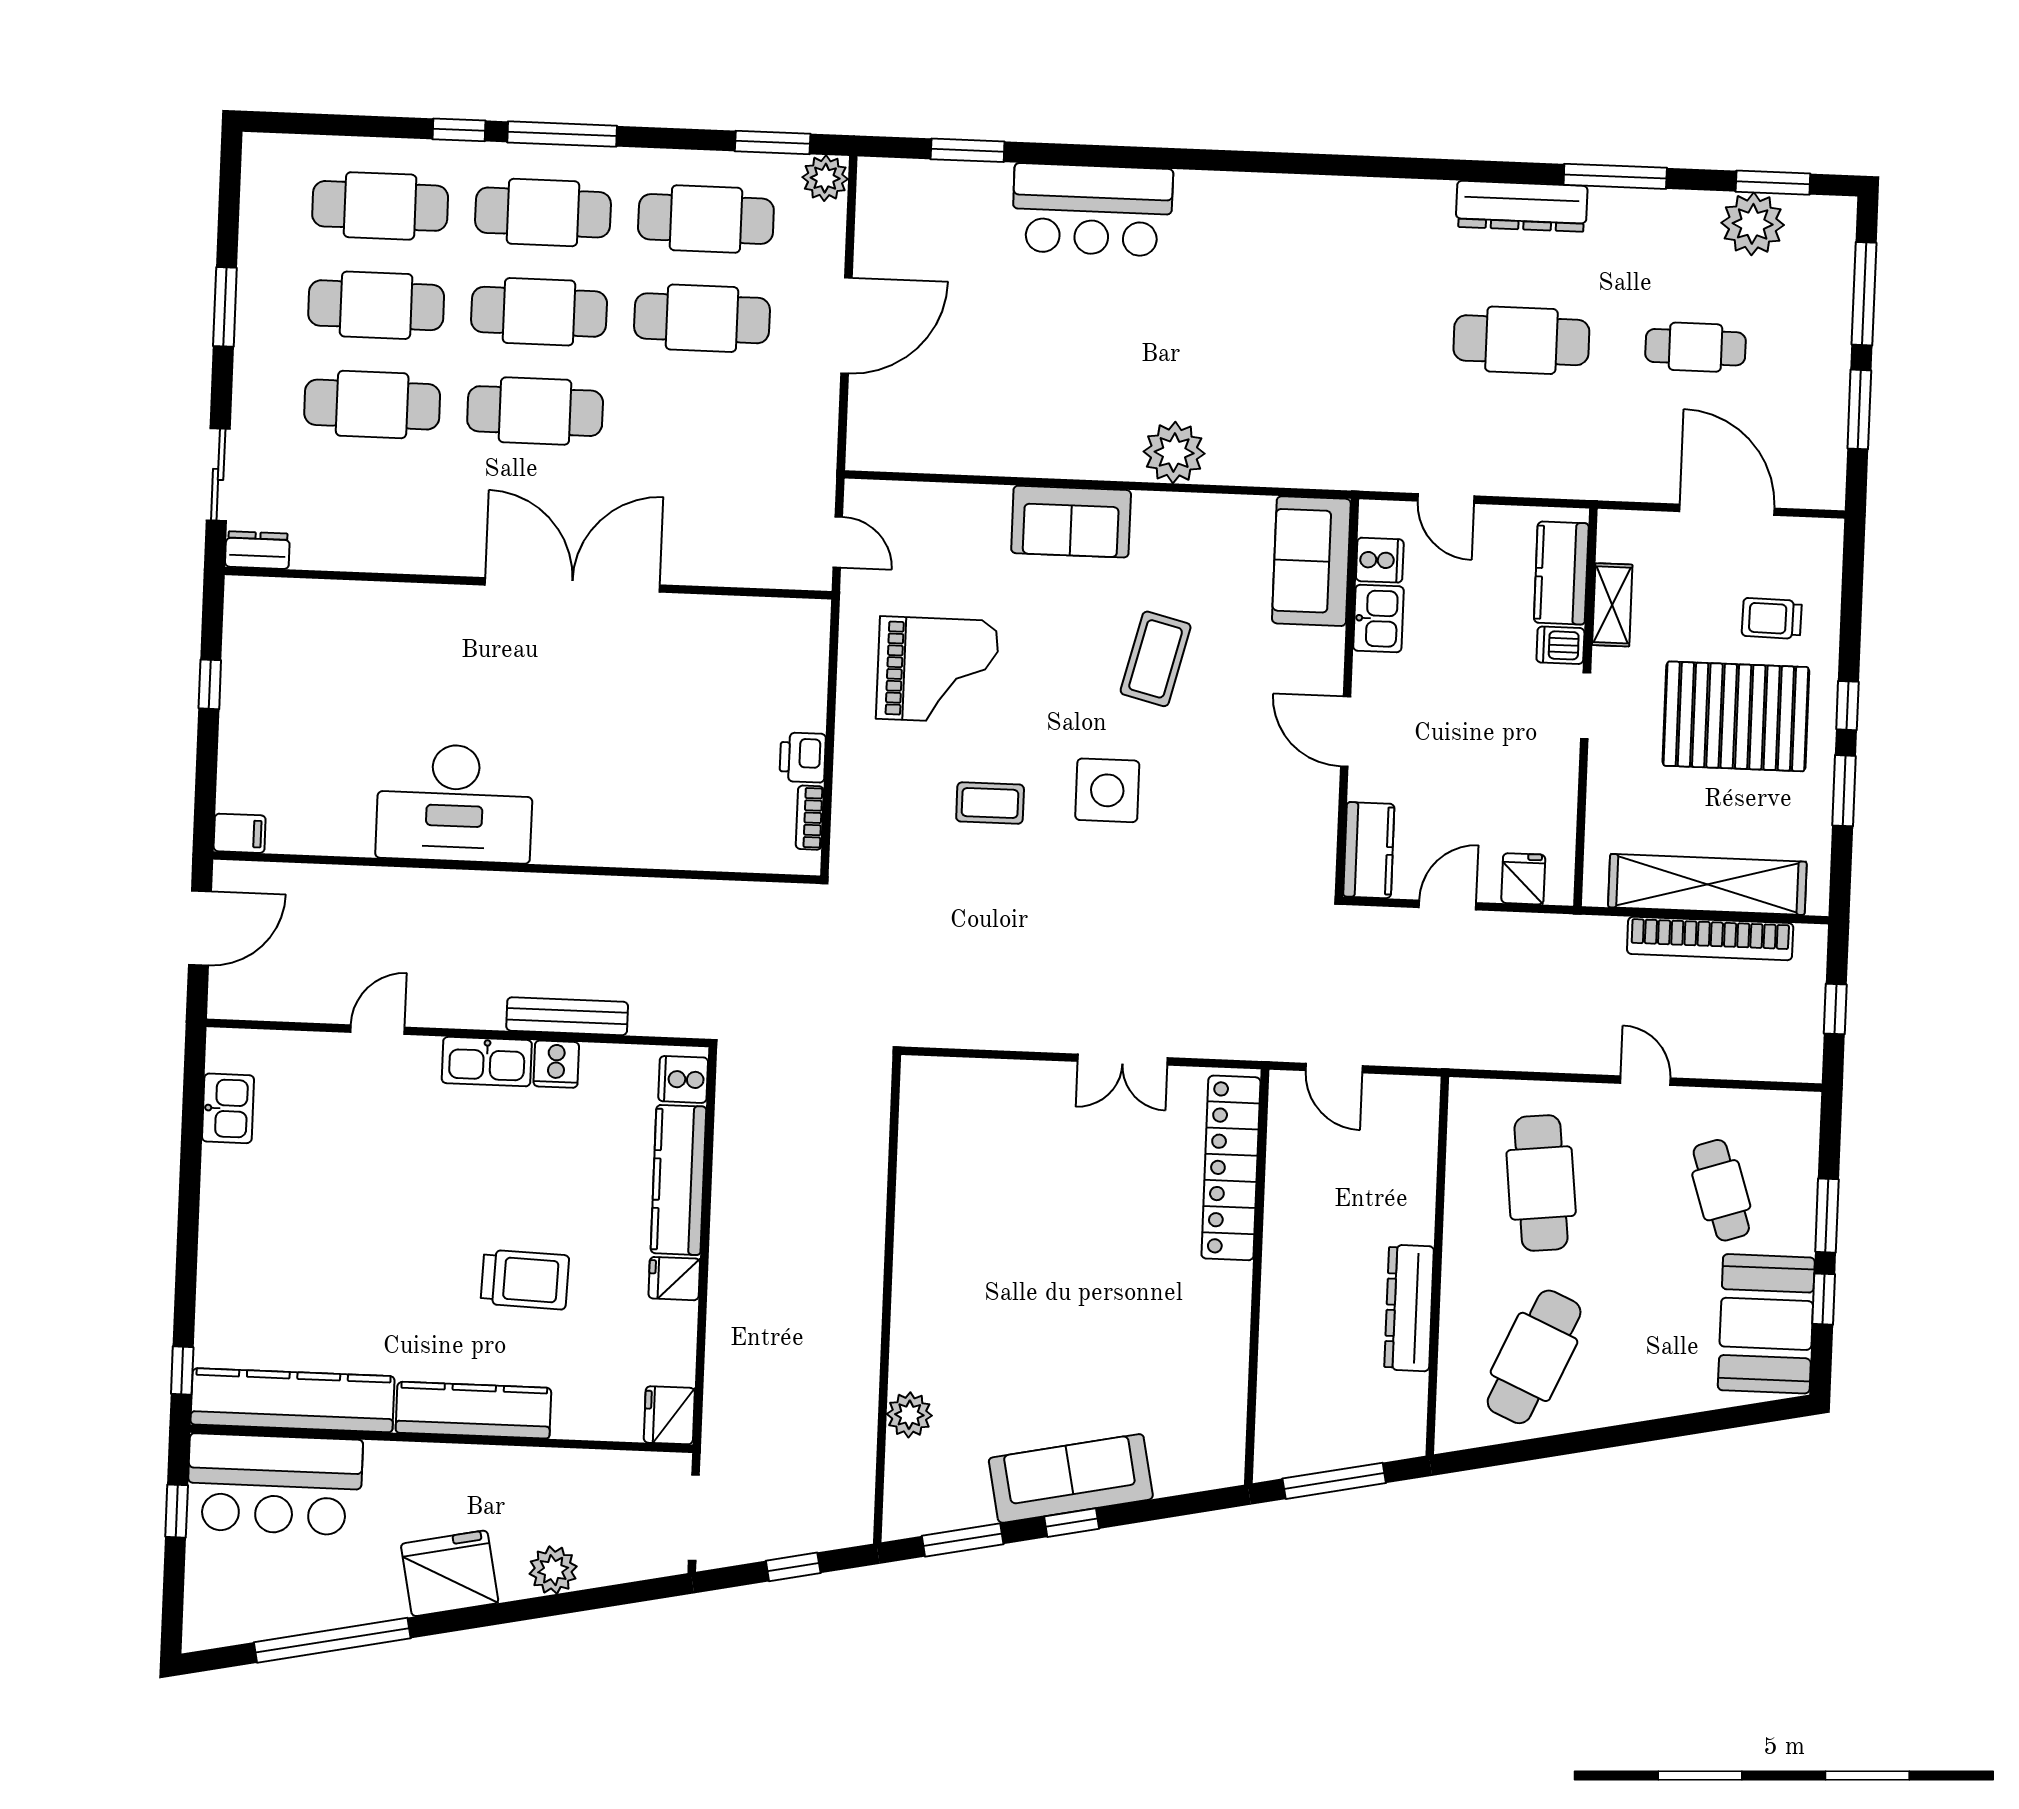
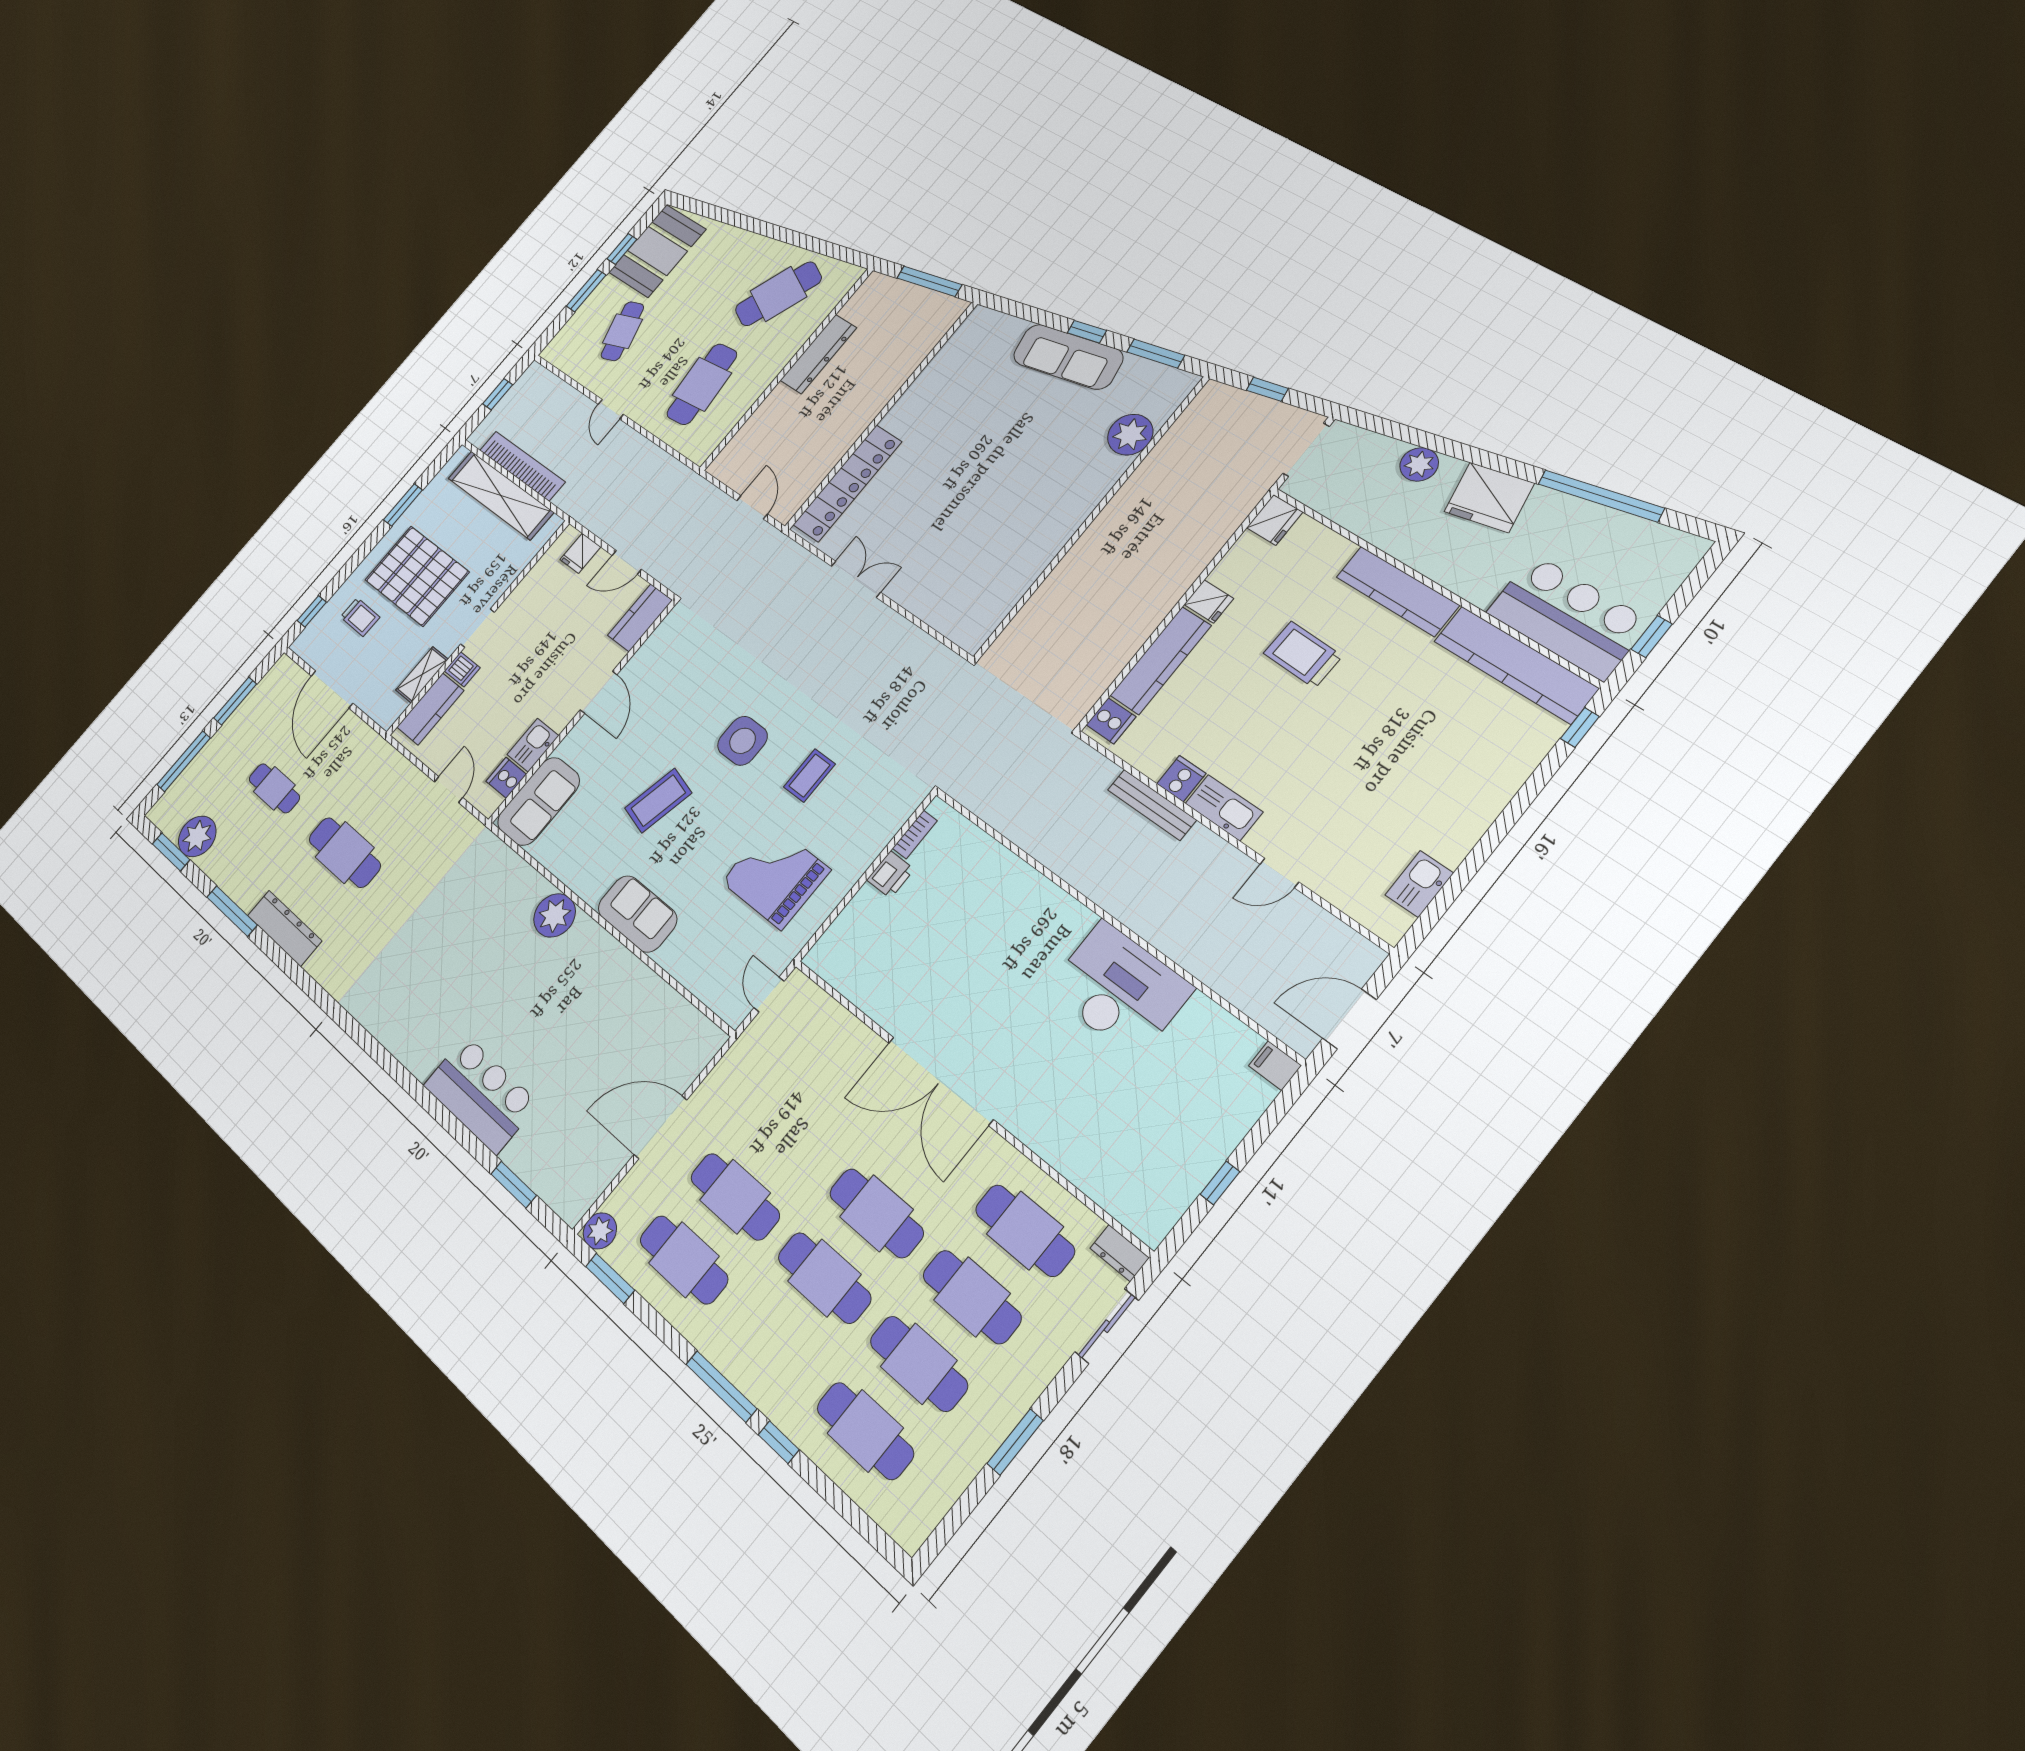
cafe table: (543, 212) -> (1025, 1230), moved
window: (1847, 706) -> (312, 611), moved
coffee table: (990, 803) -> (809, 776), turned 90
plant: (909, 1415) -> (1130, 435), width x1.36, depth x1.36

